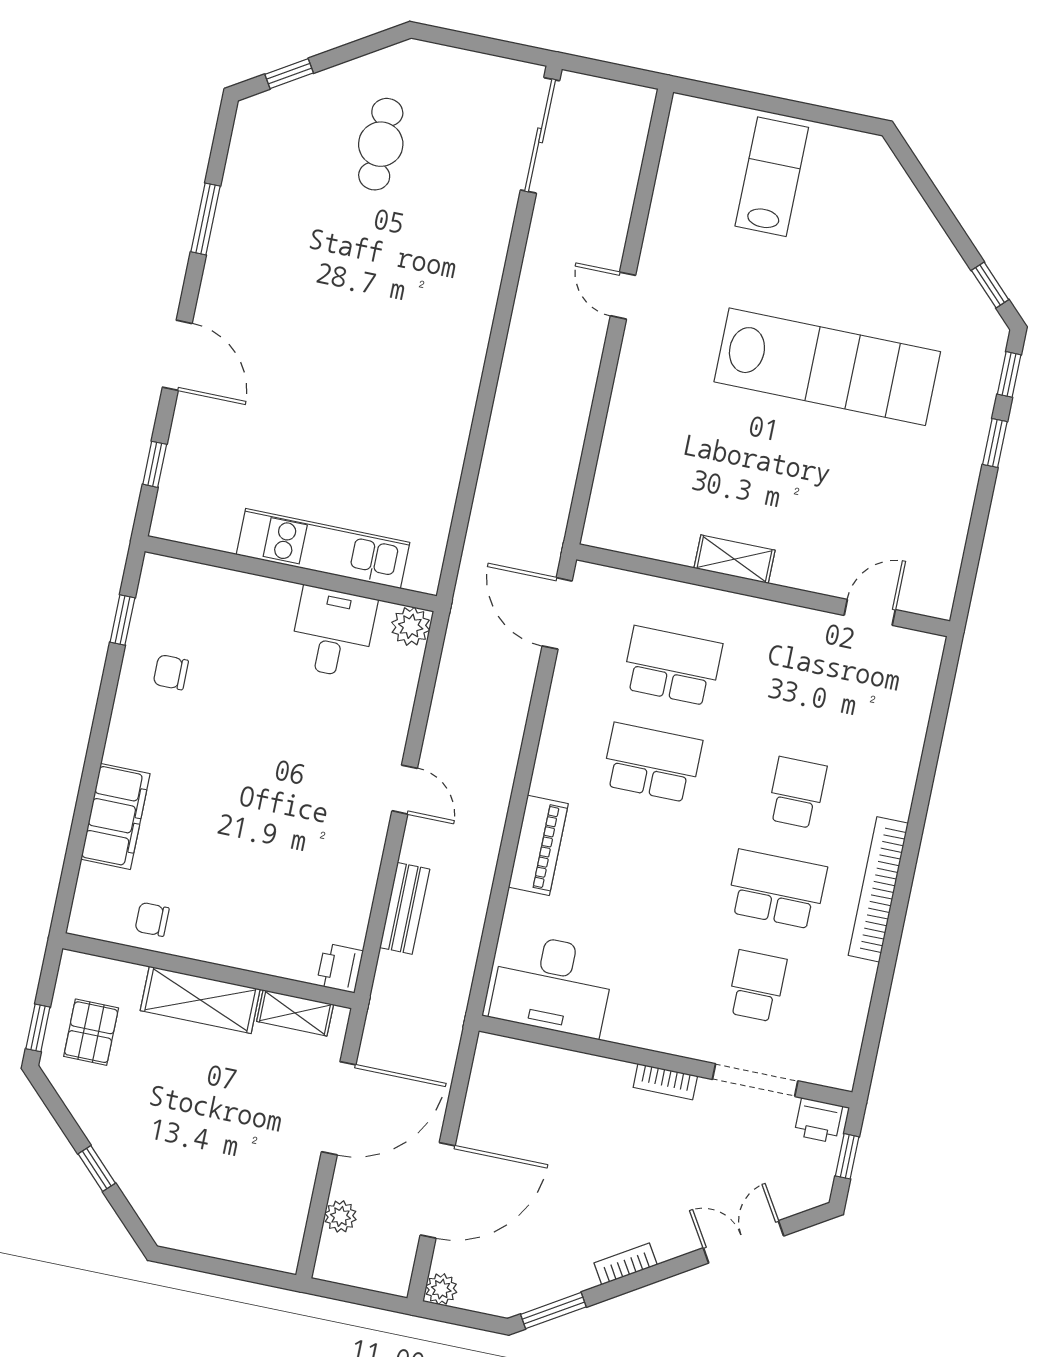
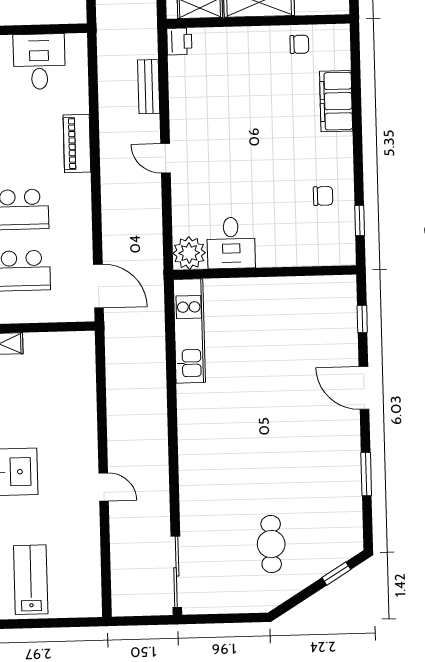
lab bench: (772, 177) -> (31, 580), turned 180
kitchen unit: (323, 549) -> (189, 331), moved, turned -90
plant: (411, 626) -> (189, 253), width x1.36, depth x1.36
desk: (552, 985) -> (39, 62), width x0.73

